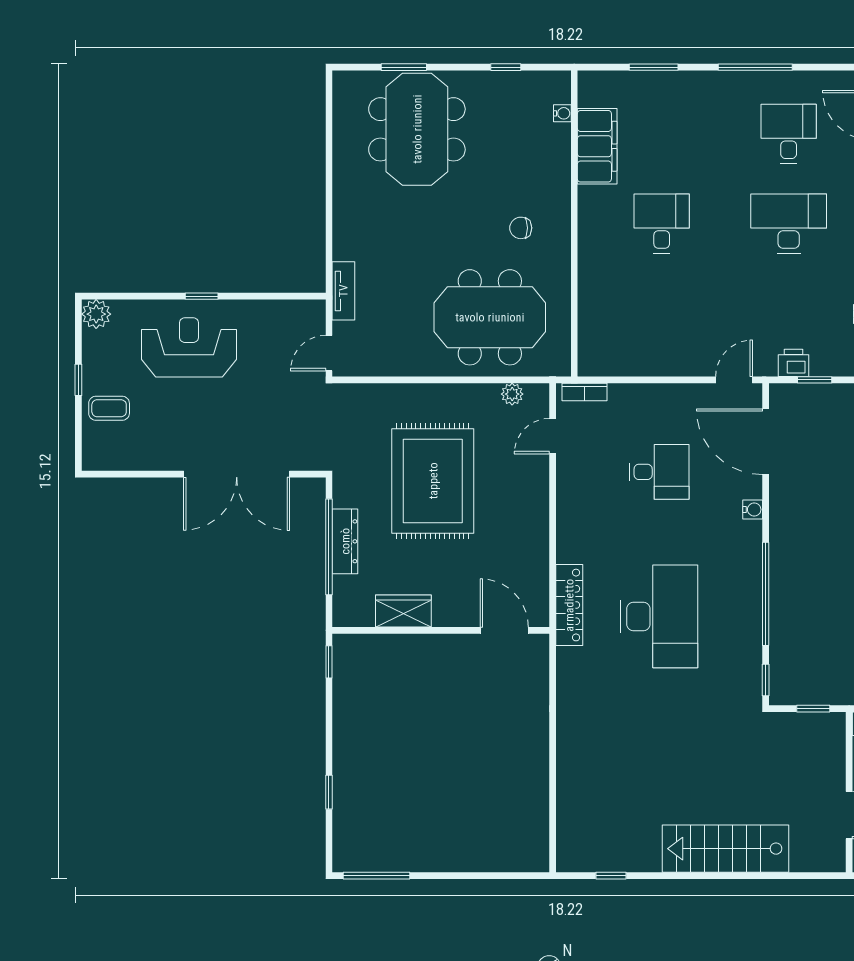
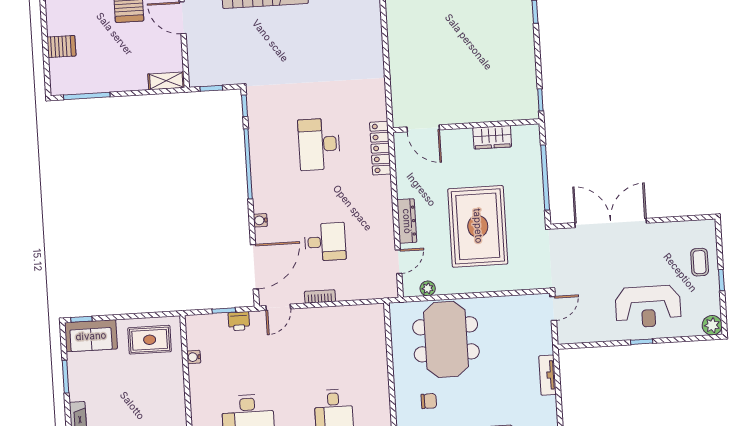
tv unit: (343, 291) -> (547, 375), moved
meeting table: (490, 317) -> (446, 339), turned 90
bookcase: (585, 392) -> (320, 296), moved
coffee table: (109, 408) -> (700, 262), turned 90
door: (766, 442) -> (254, 267), hinge flipped
desk: (659, 472) -> (325, 242), turned 180
dresser: (345, 541) -> (407, 221), moved, turned 180
desk: (659, 616) -> (319, 144), width x0.73, depth x0.77

